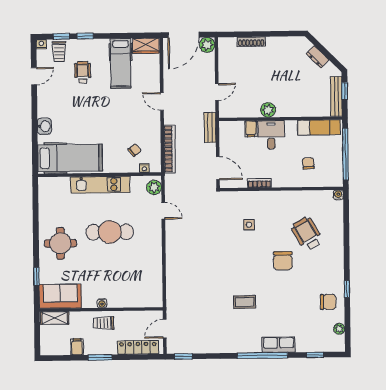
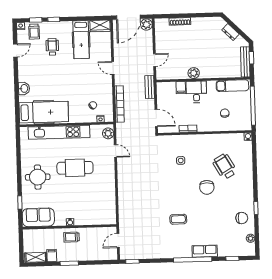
kitchen unit: (100, 185) -> (59, 132), width x1.36
shelving: (55, 318) -> (36, 257), moved
locker: (138, 347) -> (98, 255), removed

